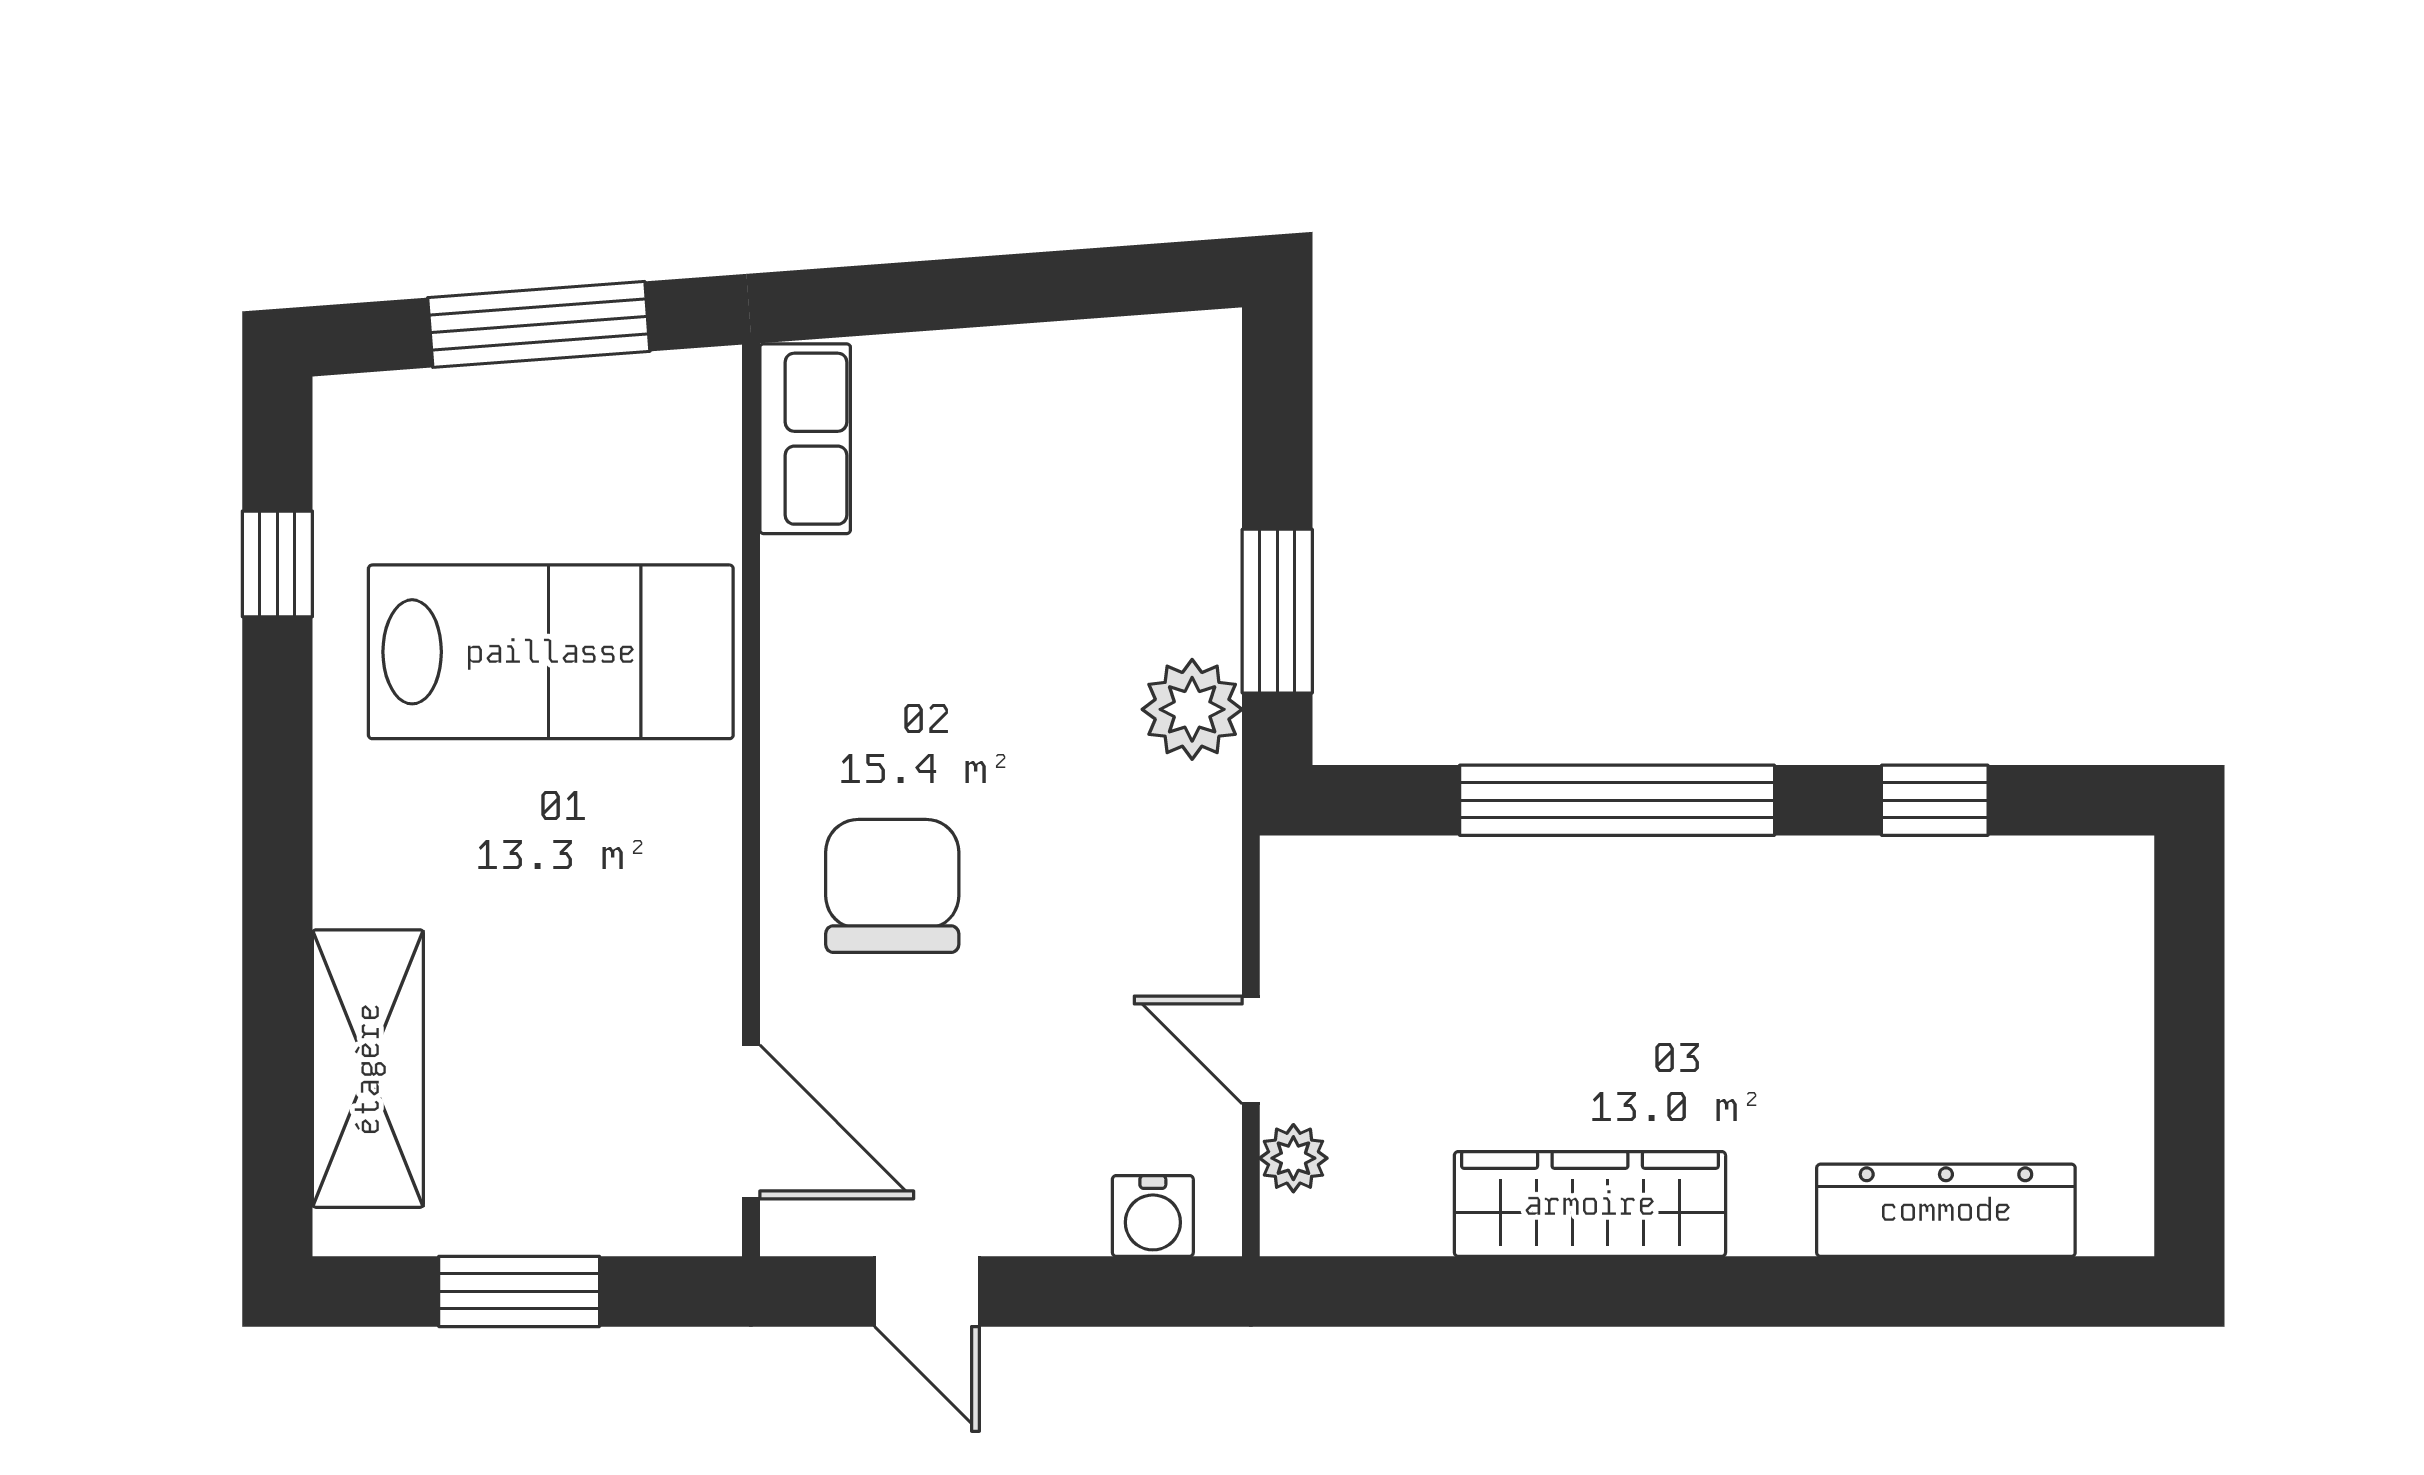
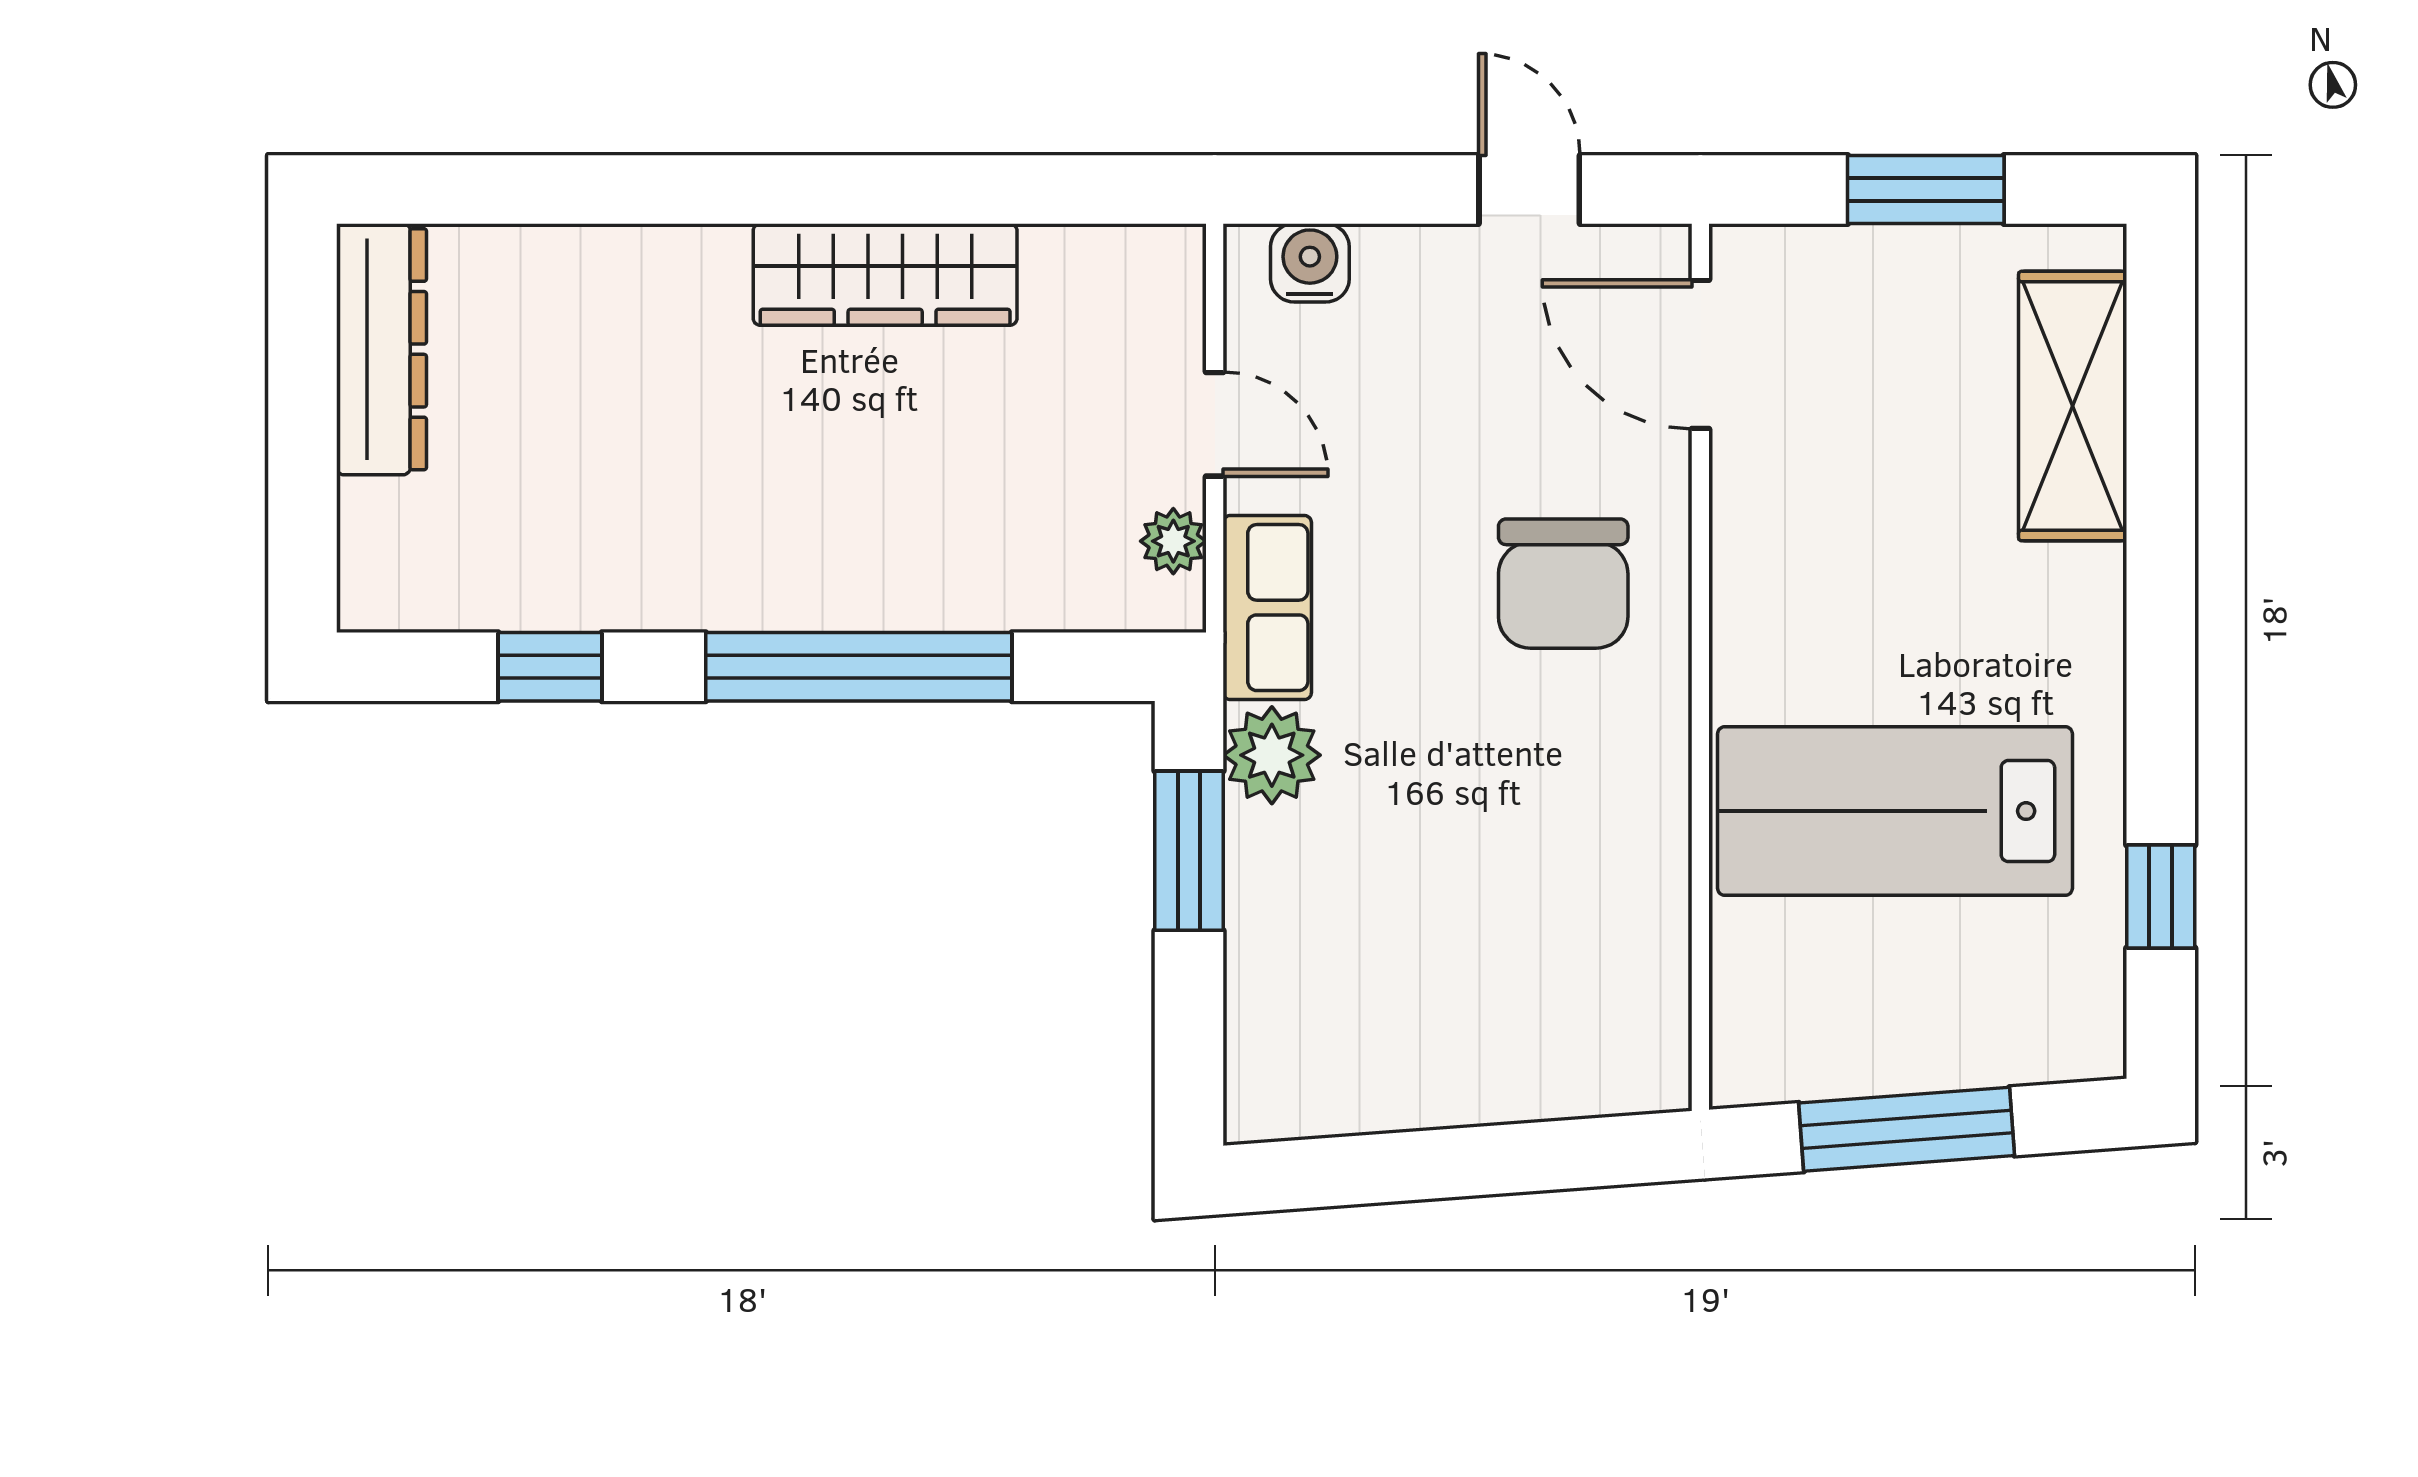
row of seats: (805, 439) -> (1267, 608), moved, turned 180
plant: (1293, 1158) -> (1173, 541), moved
dresser: (1946, 1210) -> (382, 349), moved, turned -90

